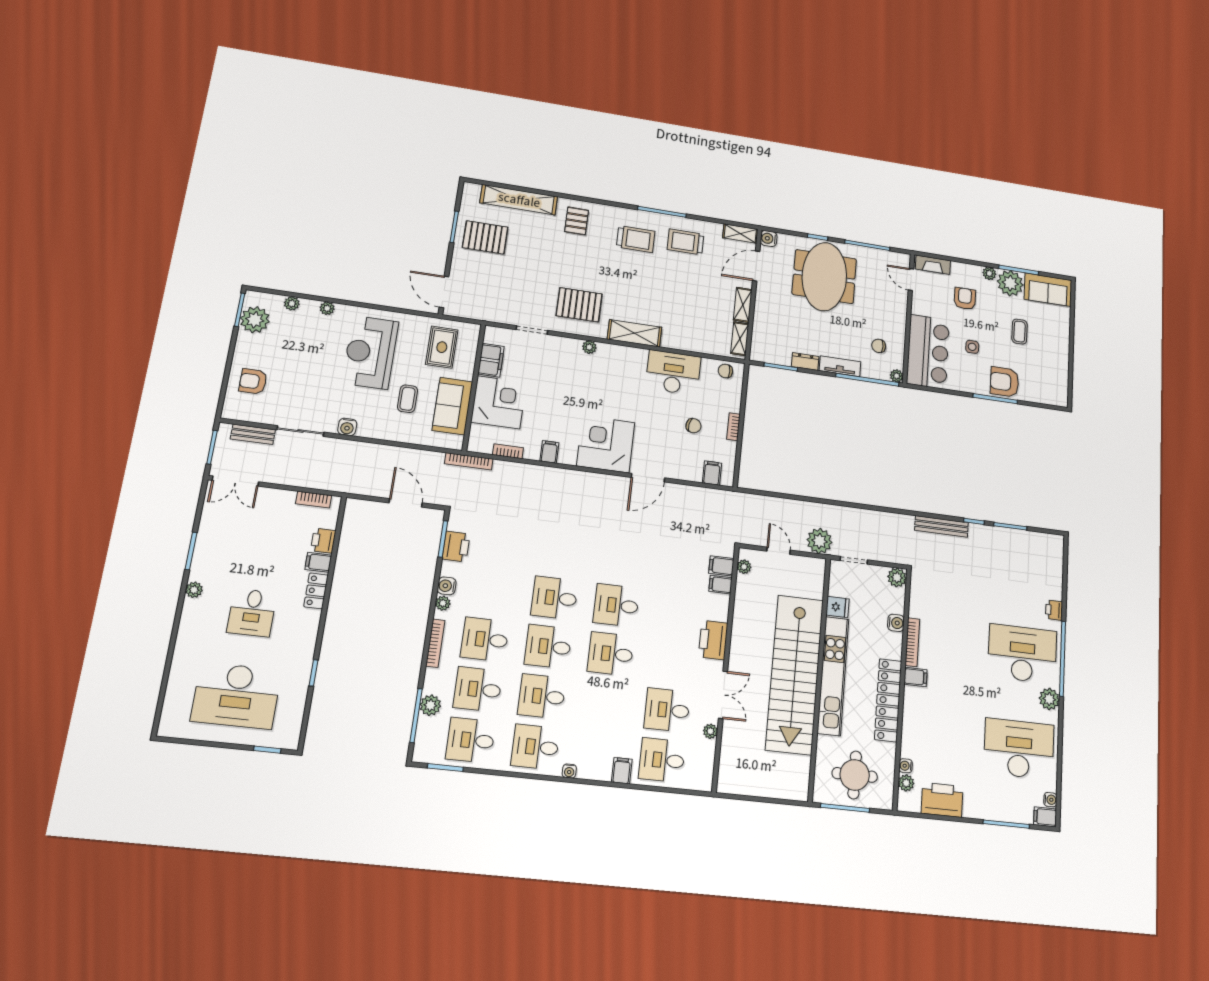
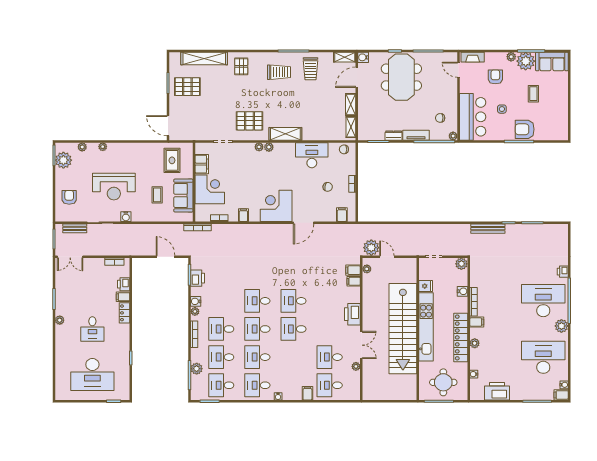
trolley: (686, 242) -> (311, 69), turned -90
plant: (605, 350) -> (269, 147), added
reception desk: (370, 352) -> (114, 187), moved, turned -90
armchair: (253, 381) -> (69, 197), turned 90
plant: (819, 541) -> (371, 248), moved
plant: (906, 783) -> (475, 343), moved

